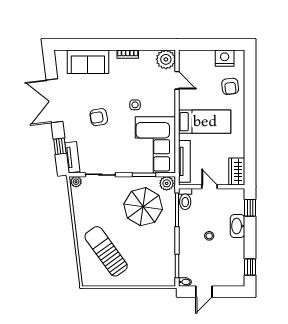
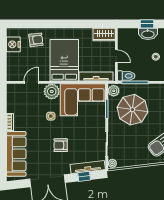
plant: (166, 59) -> (52, 91), moved
sofa: (88, 62) -> (16, 154), width x1.36
armchair: (99, 117) -> (61, 145), turned 100
bed: (205, 122) -> (64, 60), width x1.50
tv unit: (72, 157) -> (88, 167), width x1.41
door: (210, 187) -> (116, 56), swing flipped
window: (250, 208) -> (147, 24), moved

